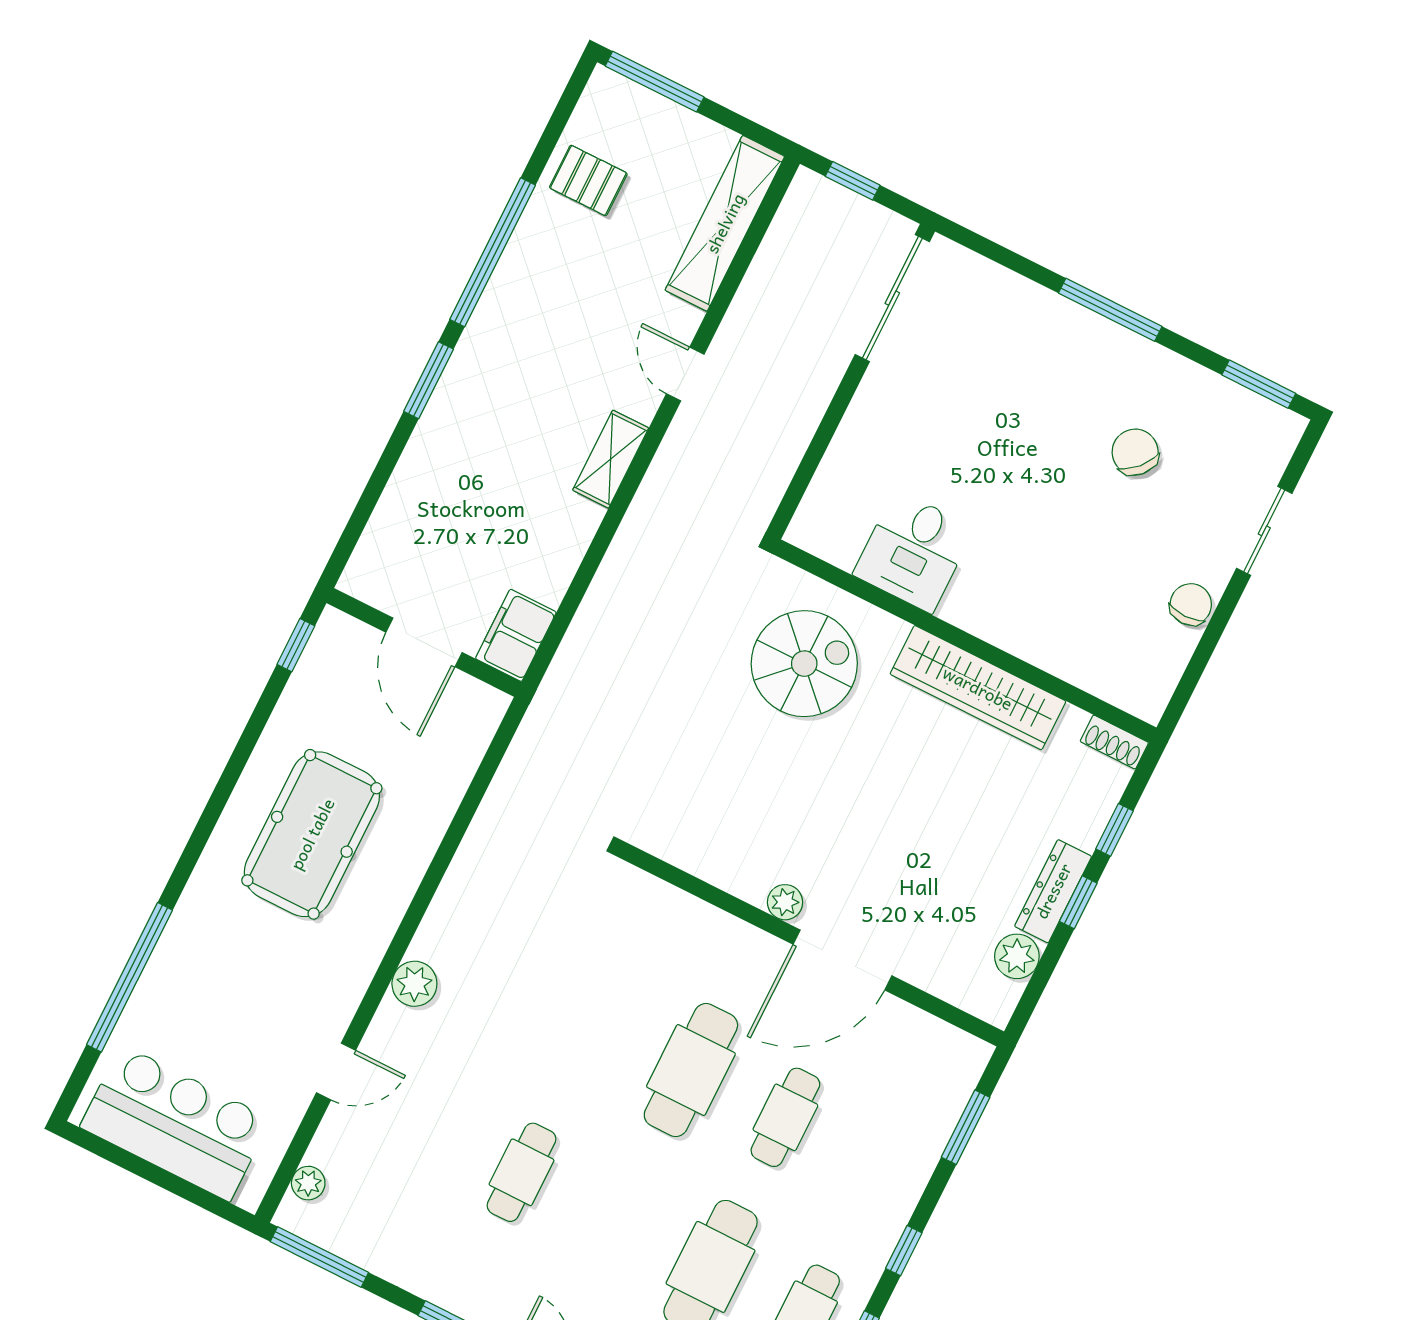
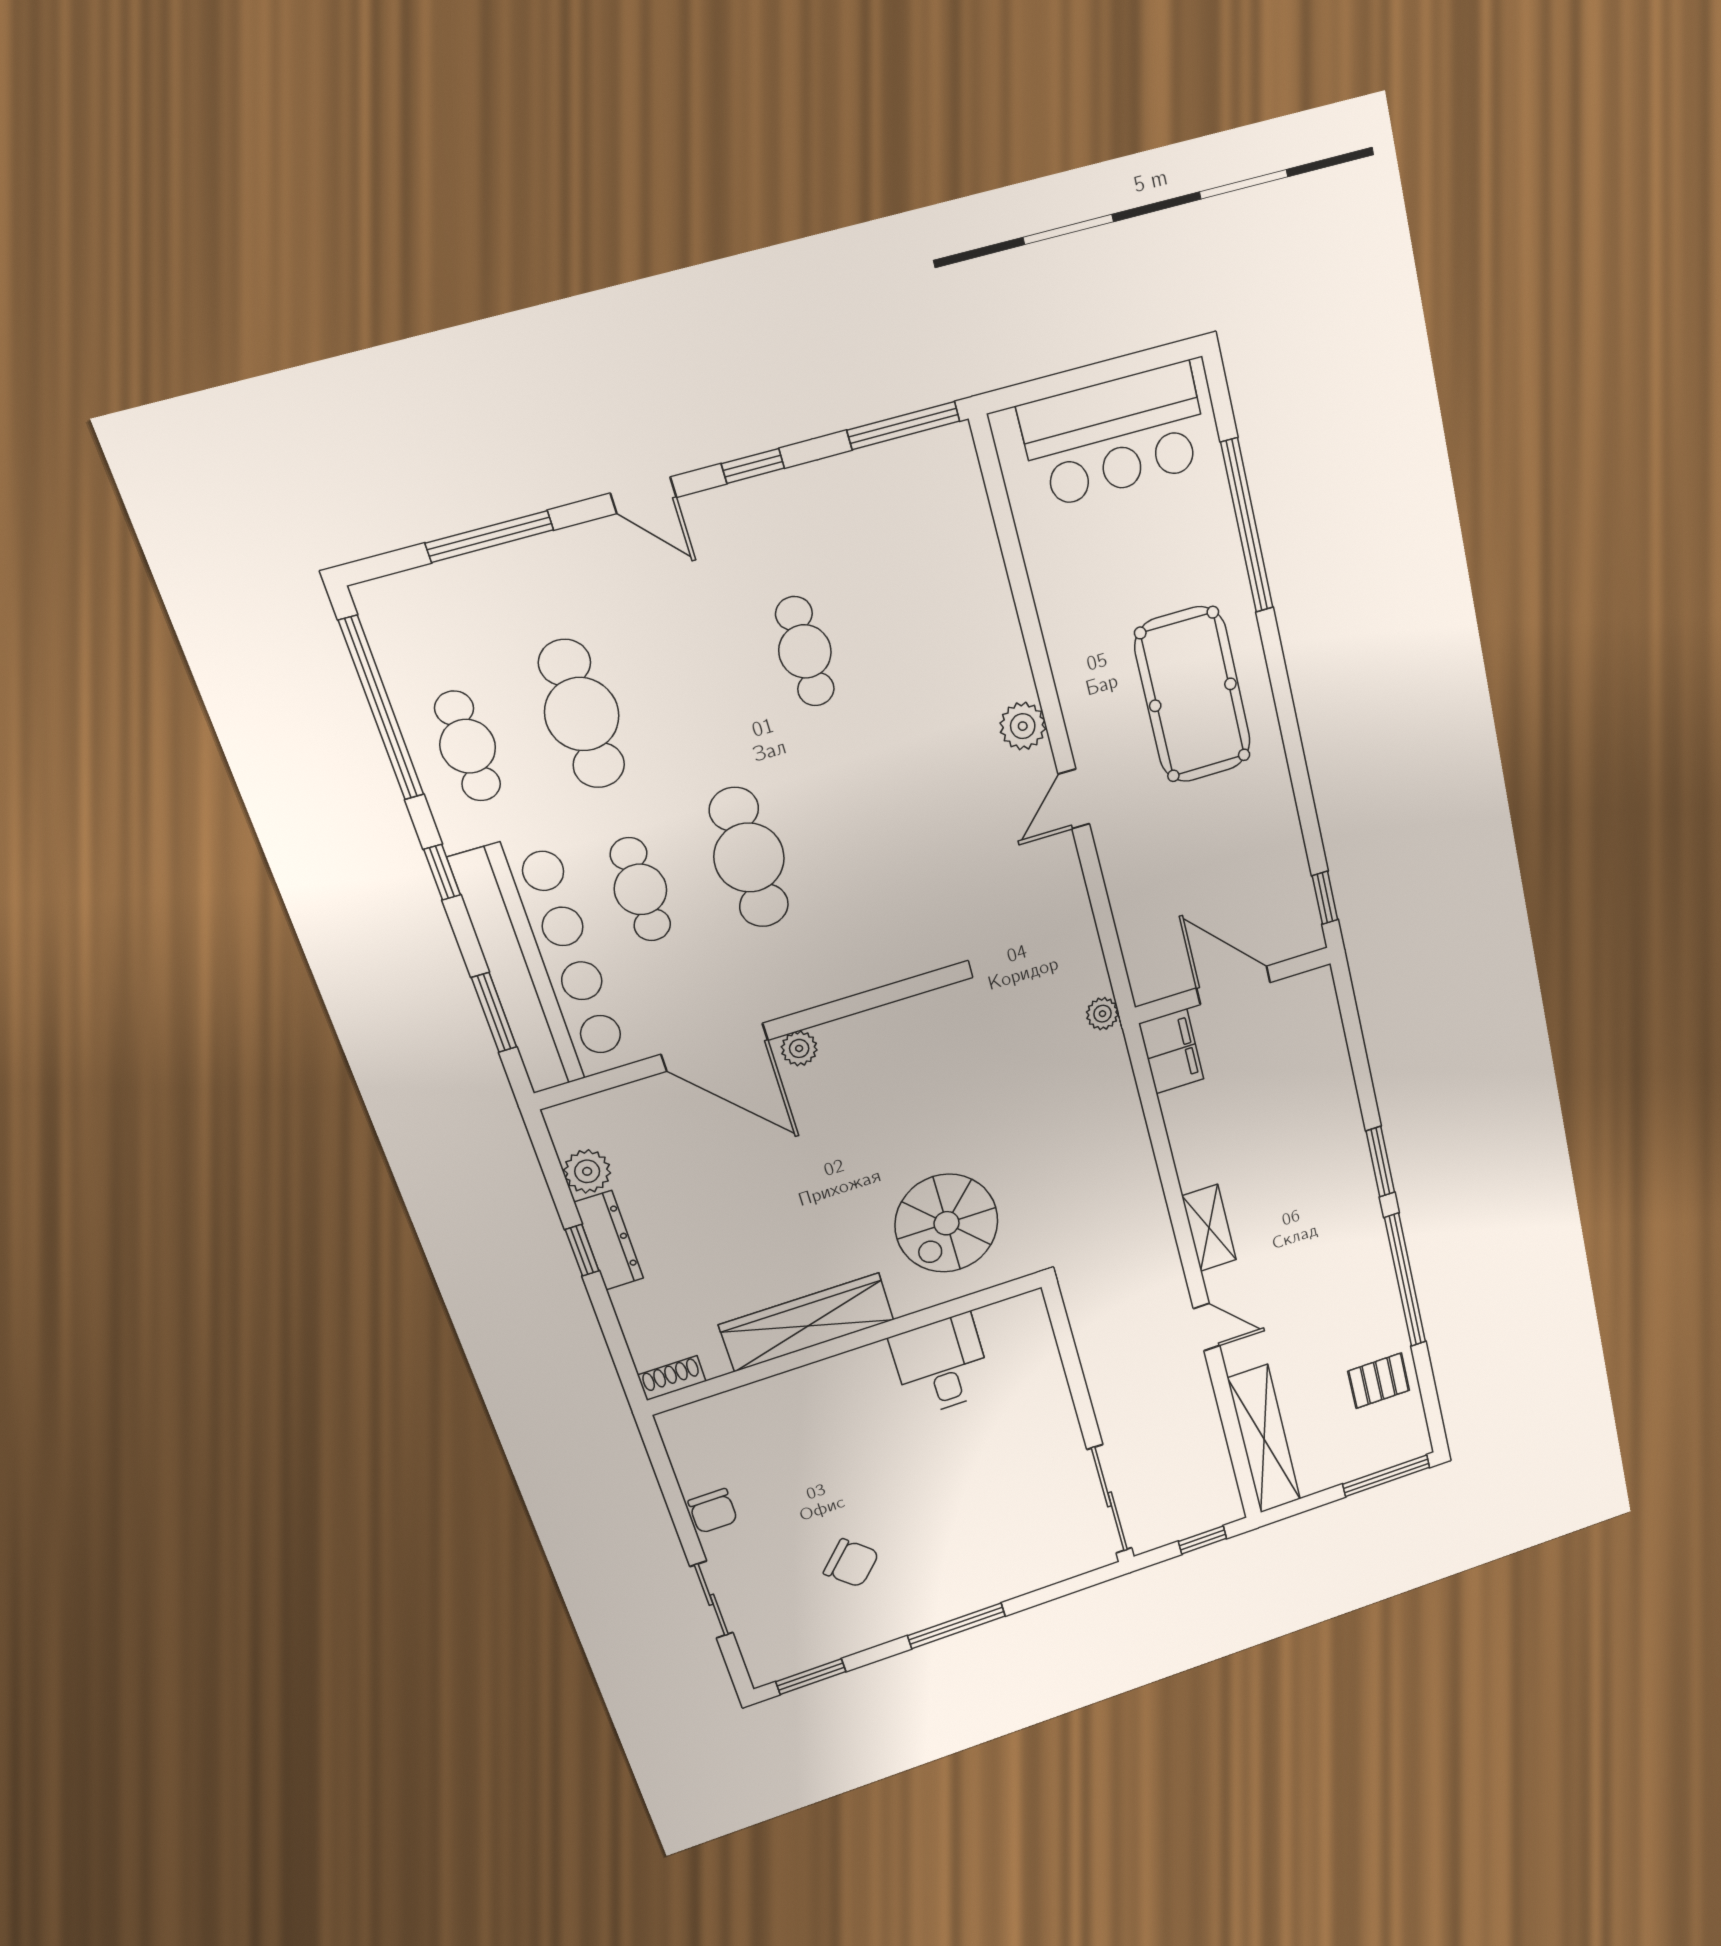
window: (1115, 830) -> (609, 1322), removed
pool table: (312, 834) -> (1193, 695), moved
door: (842, 960) -> (715, 1047), swing flipped
door: (336, 1072) -> (1074, 799), moved
bar counter: (901, 1131) -> (541, 963), added
plant: (308, 1183) -> (1102, 1014), moved

